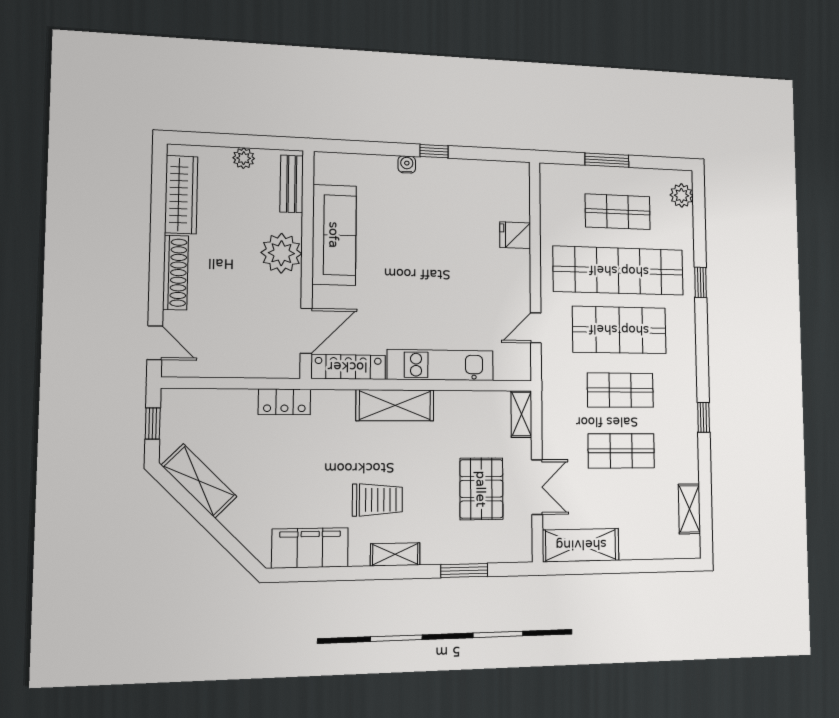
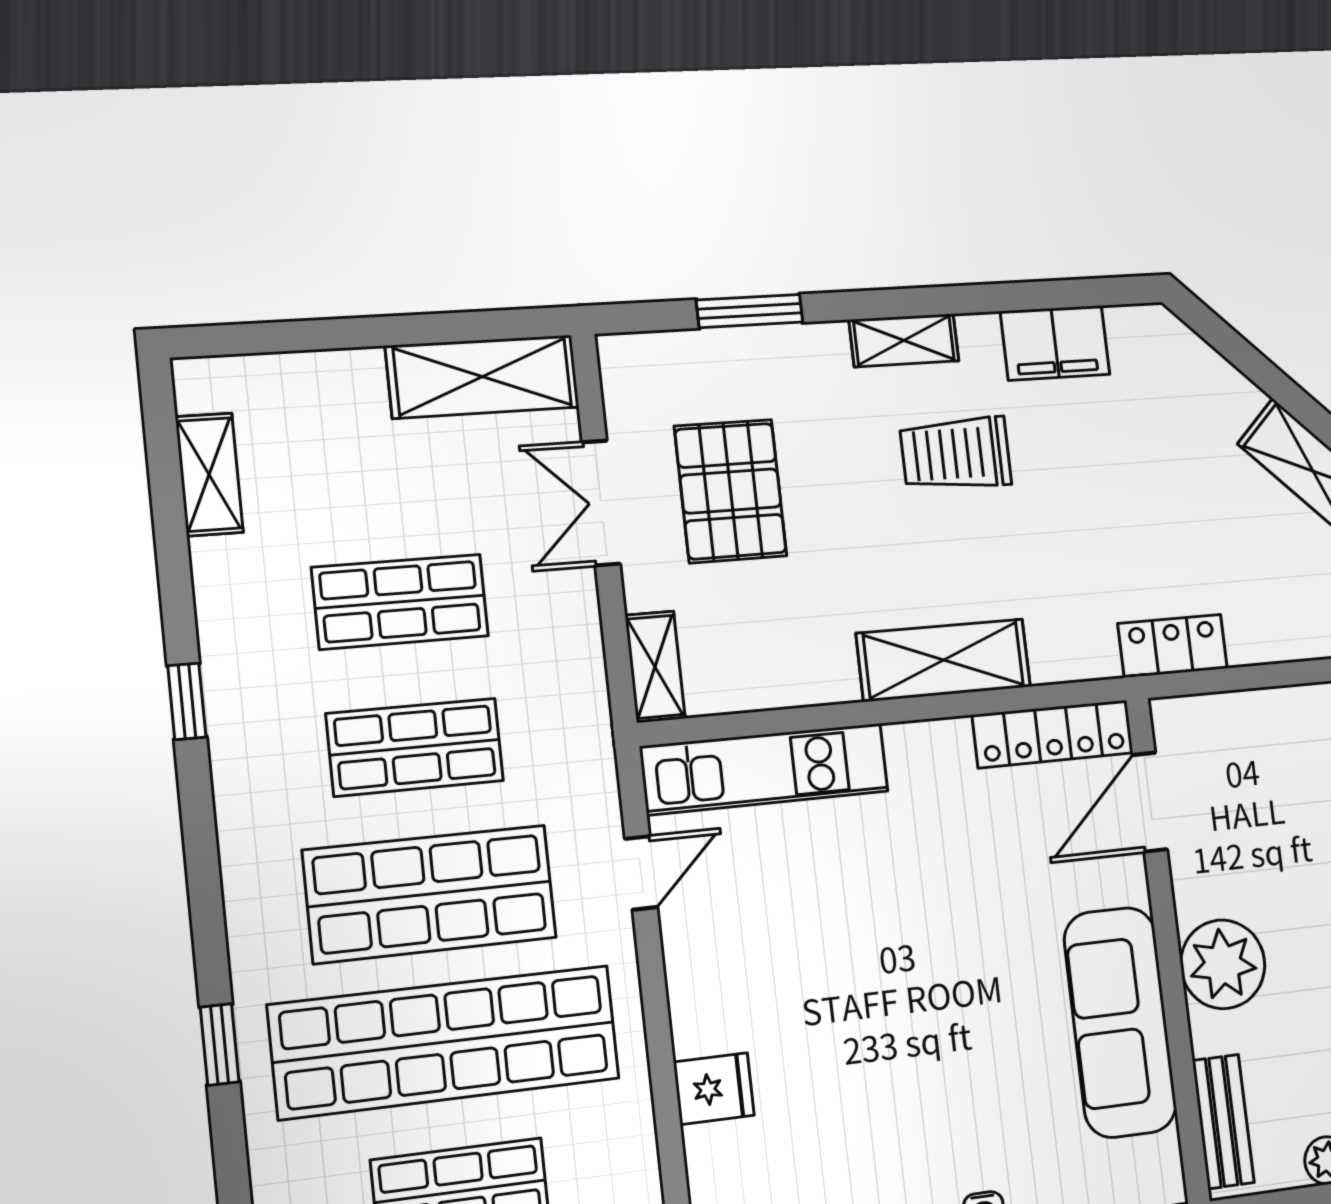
kitchen unit: (440, 365) -> (765, 769), moved
filing cabinet: (310, 548) -> (1055, 343), width x0.67, depth x0.86

